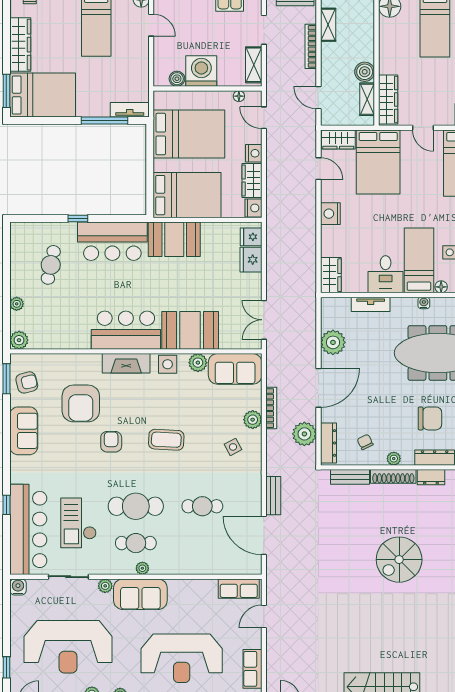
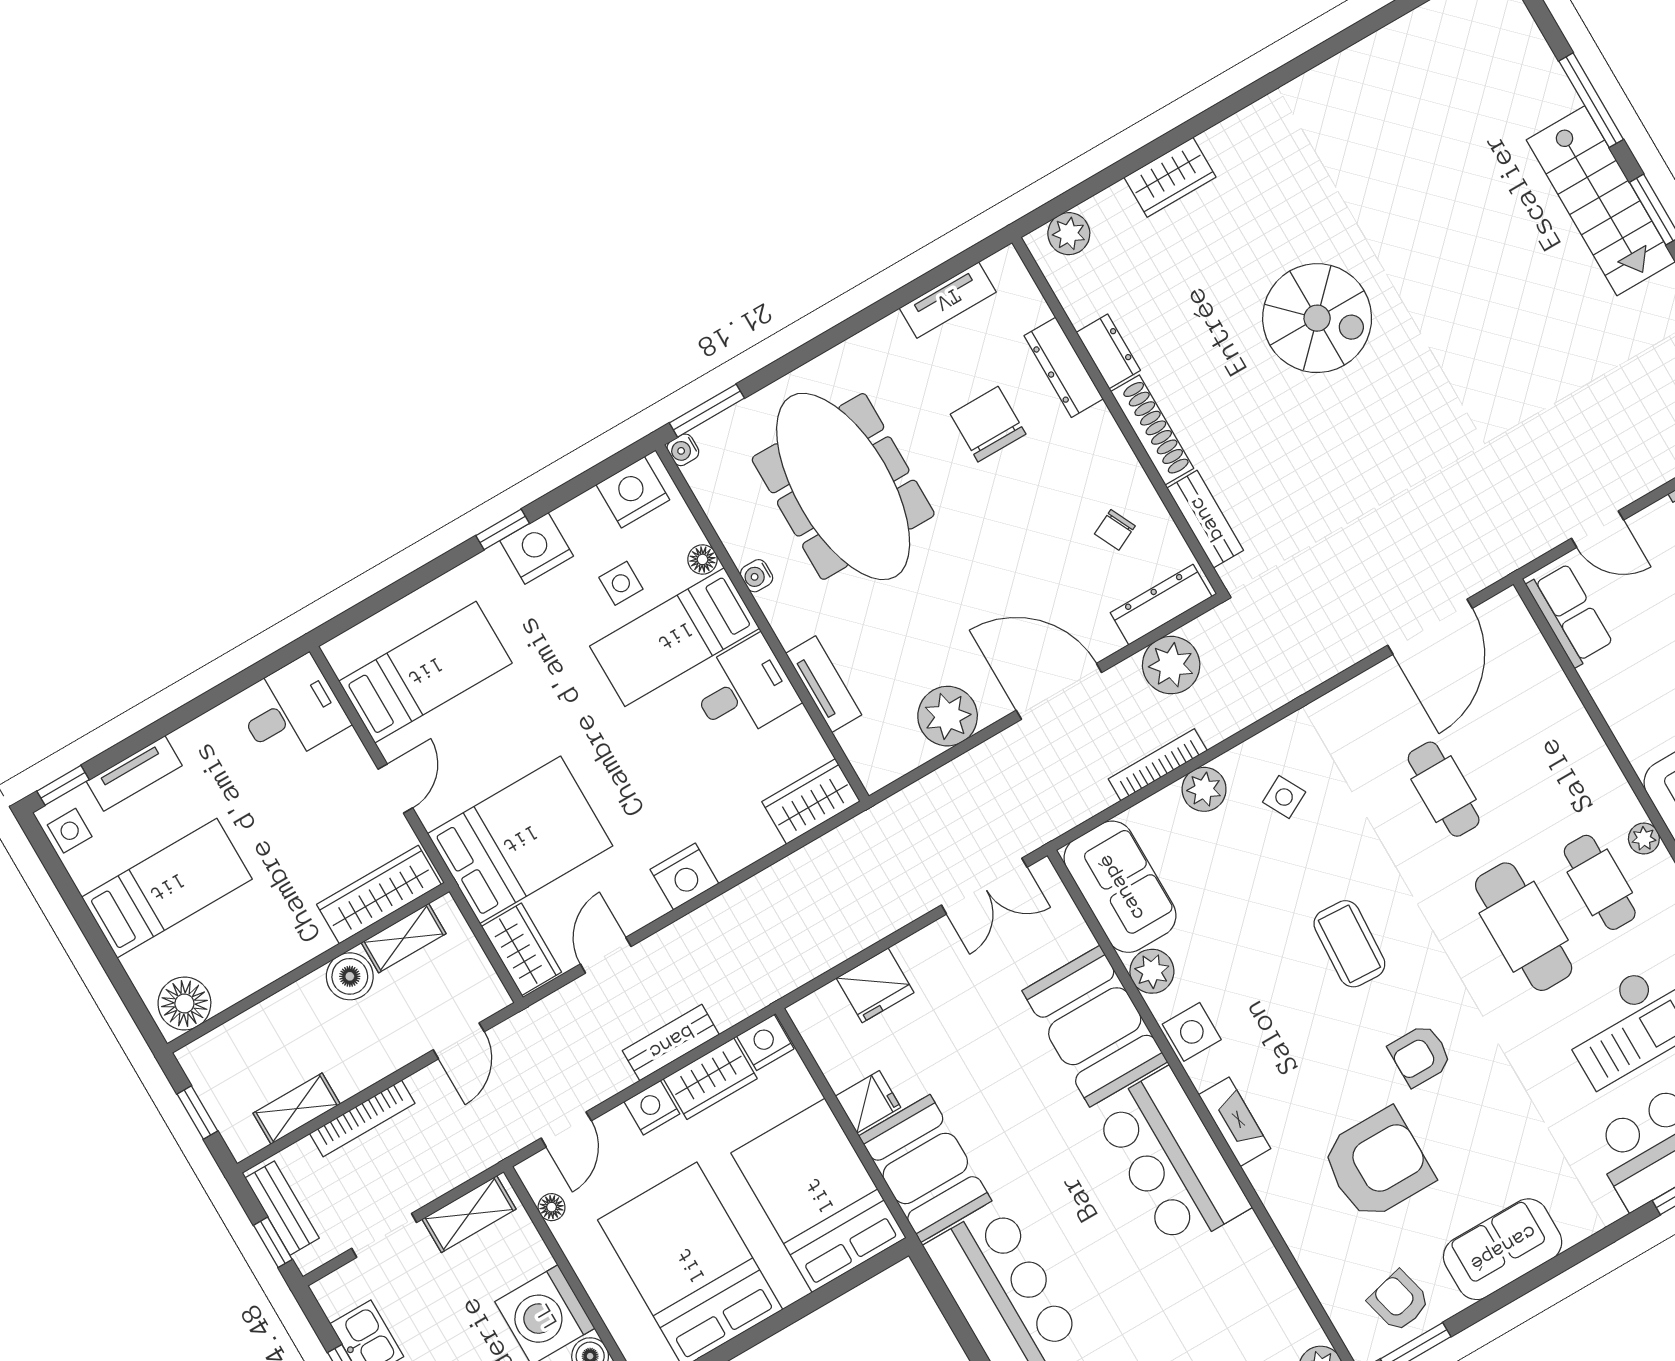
fridge: (251, 237) -> (868, 1102), moved, turned -90
fireplace: (126, 363) -> (1235, 1122), width x0.73, depth x0.76
plant: (394, 459) -> (1115, 451), removed
bench: (273, 496) -> (671, 1043), moved

